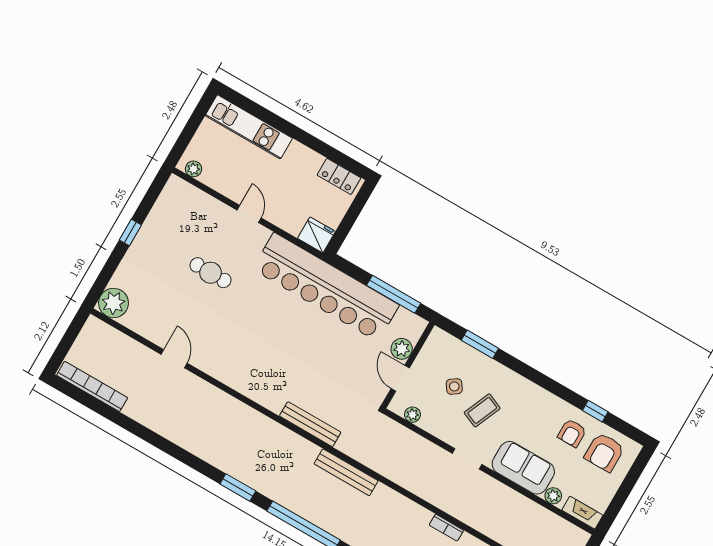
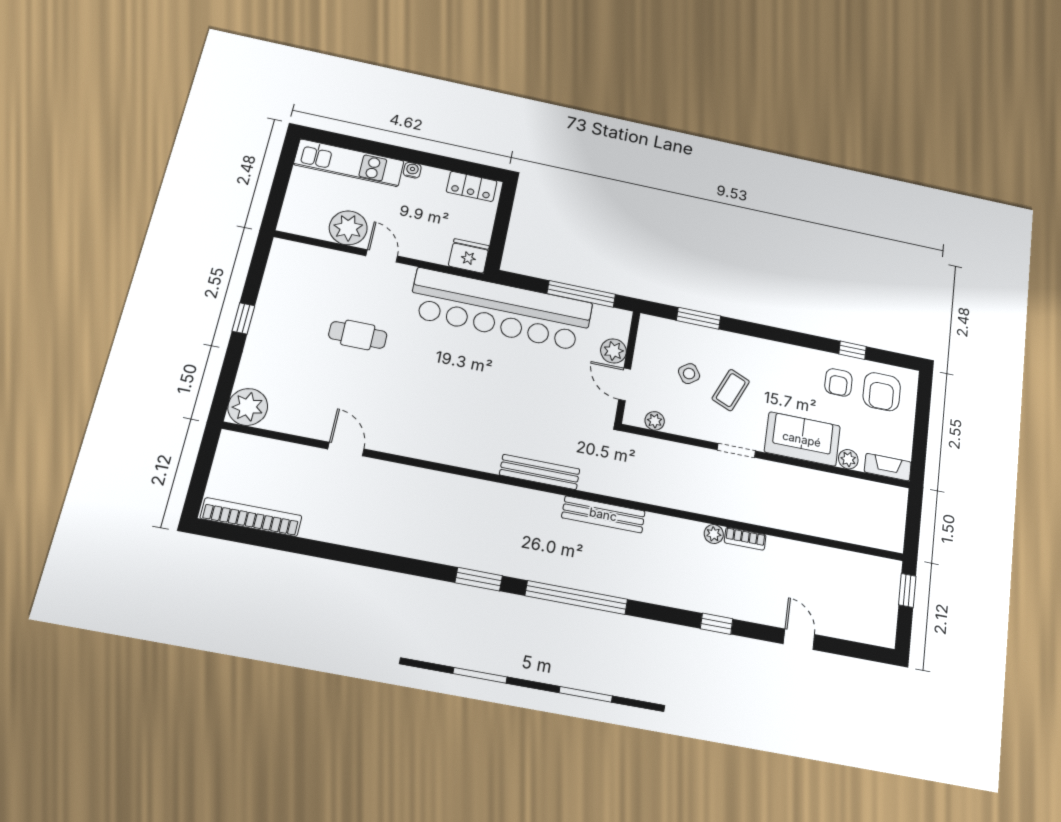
water cooler: (296, 148) -> (412, 170), added
plant: (193, 169) -> (348, 228), moved, width x1.88, depth x1.88
plant: (424, 516) -> (714, 534), added

